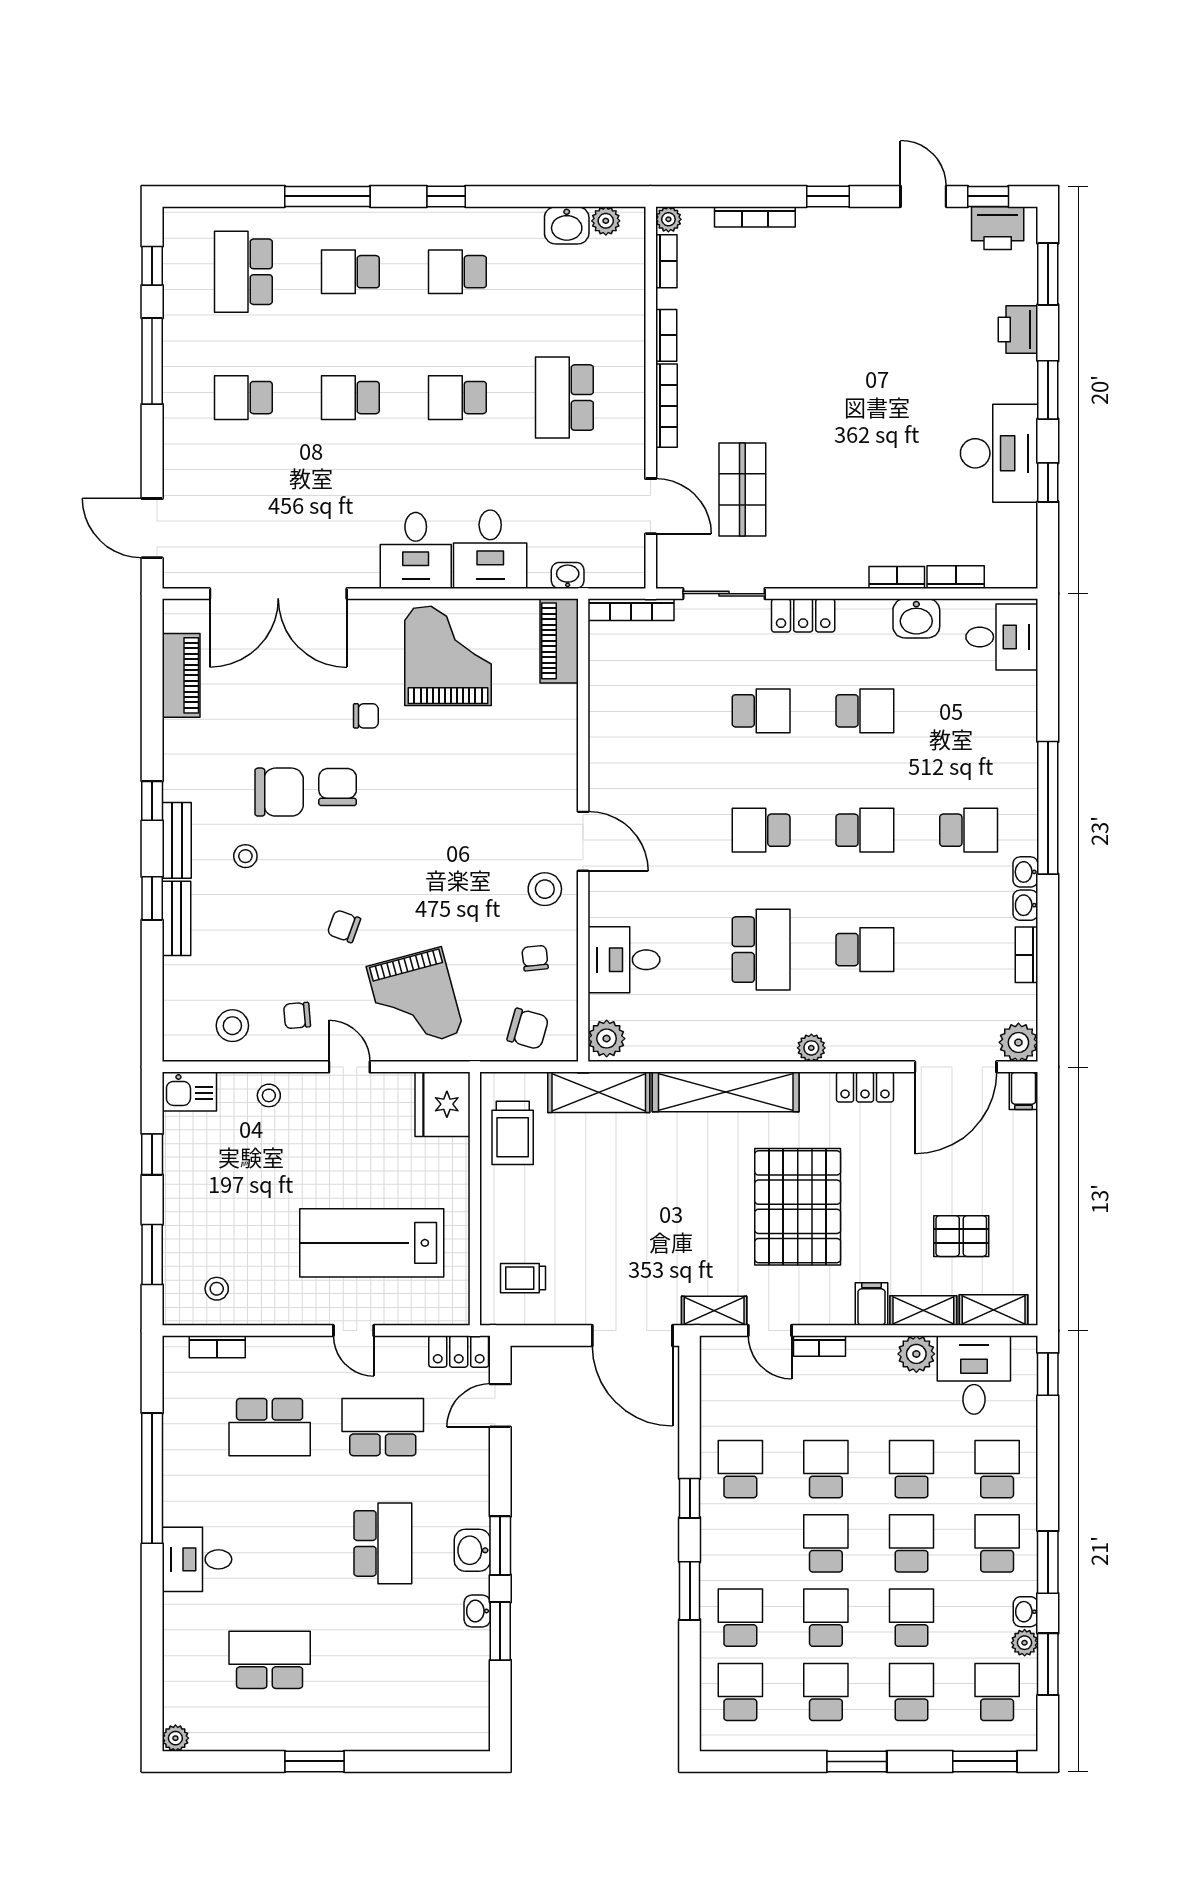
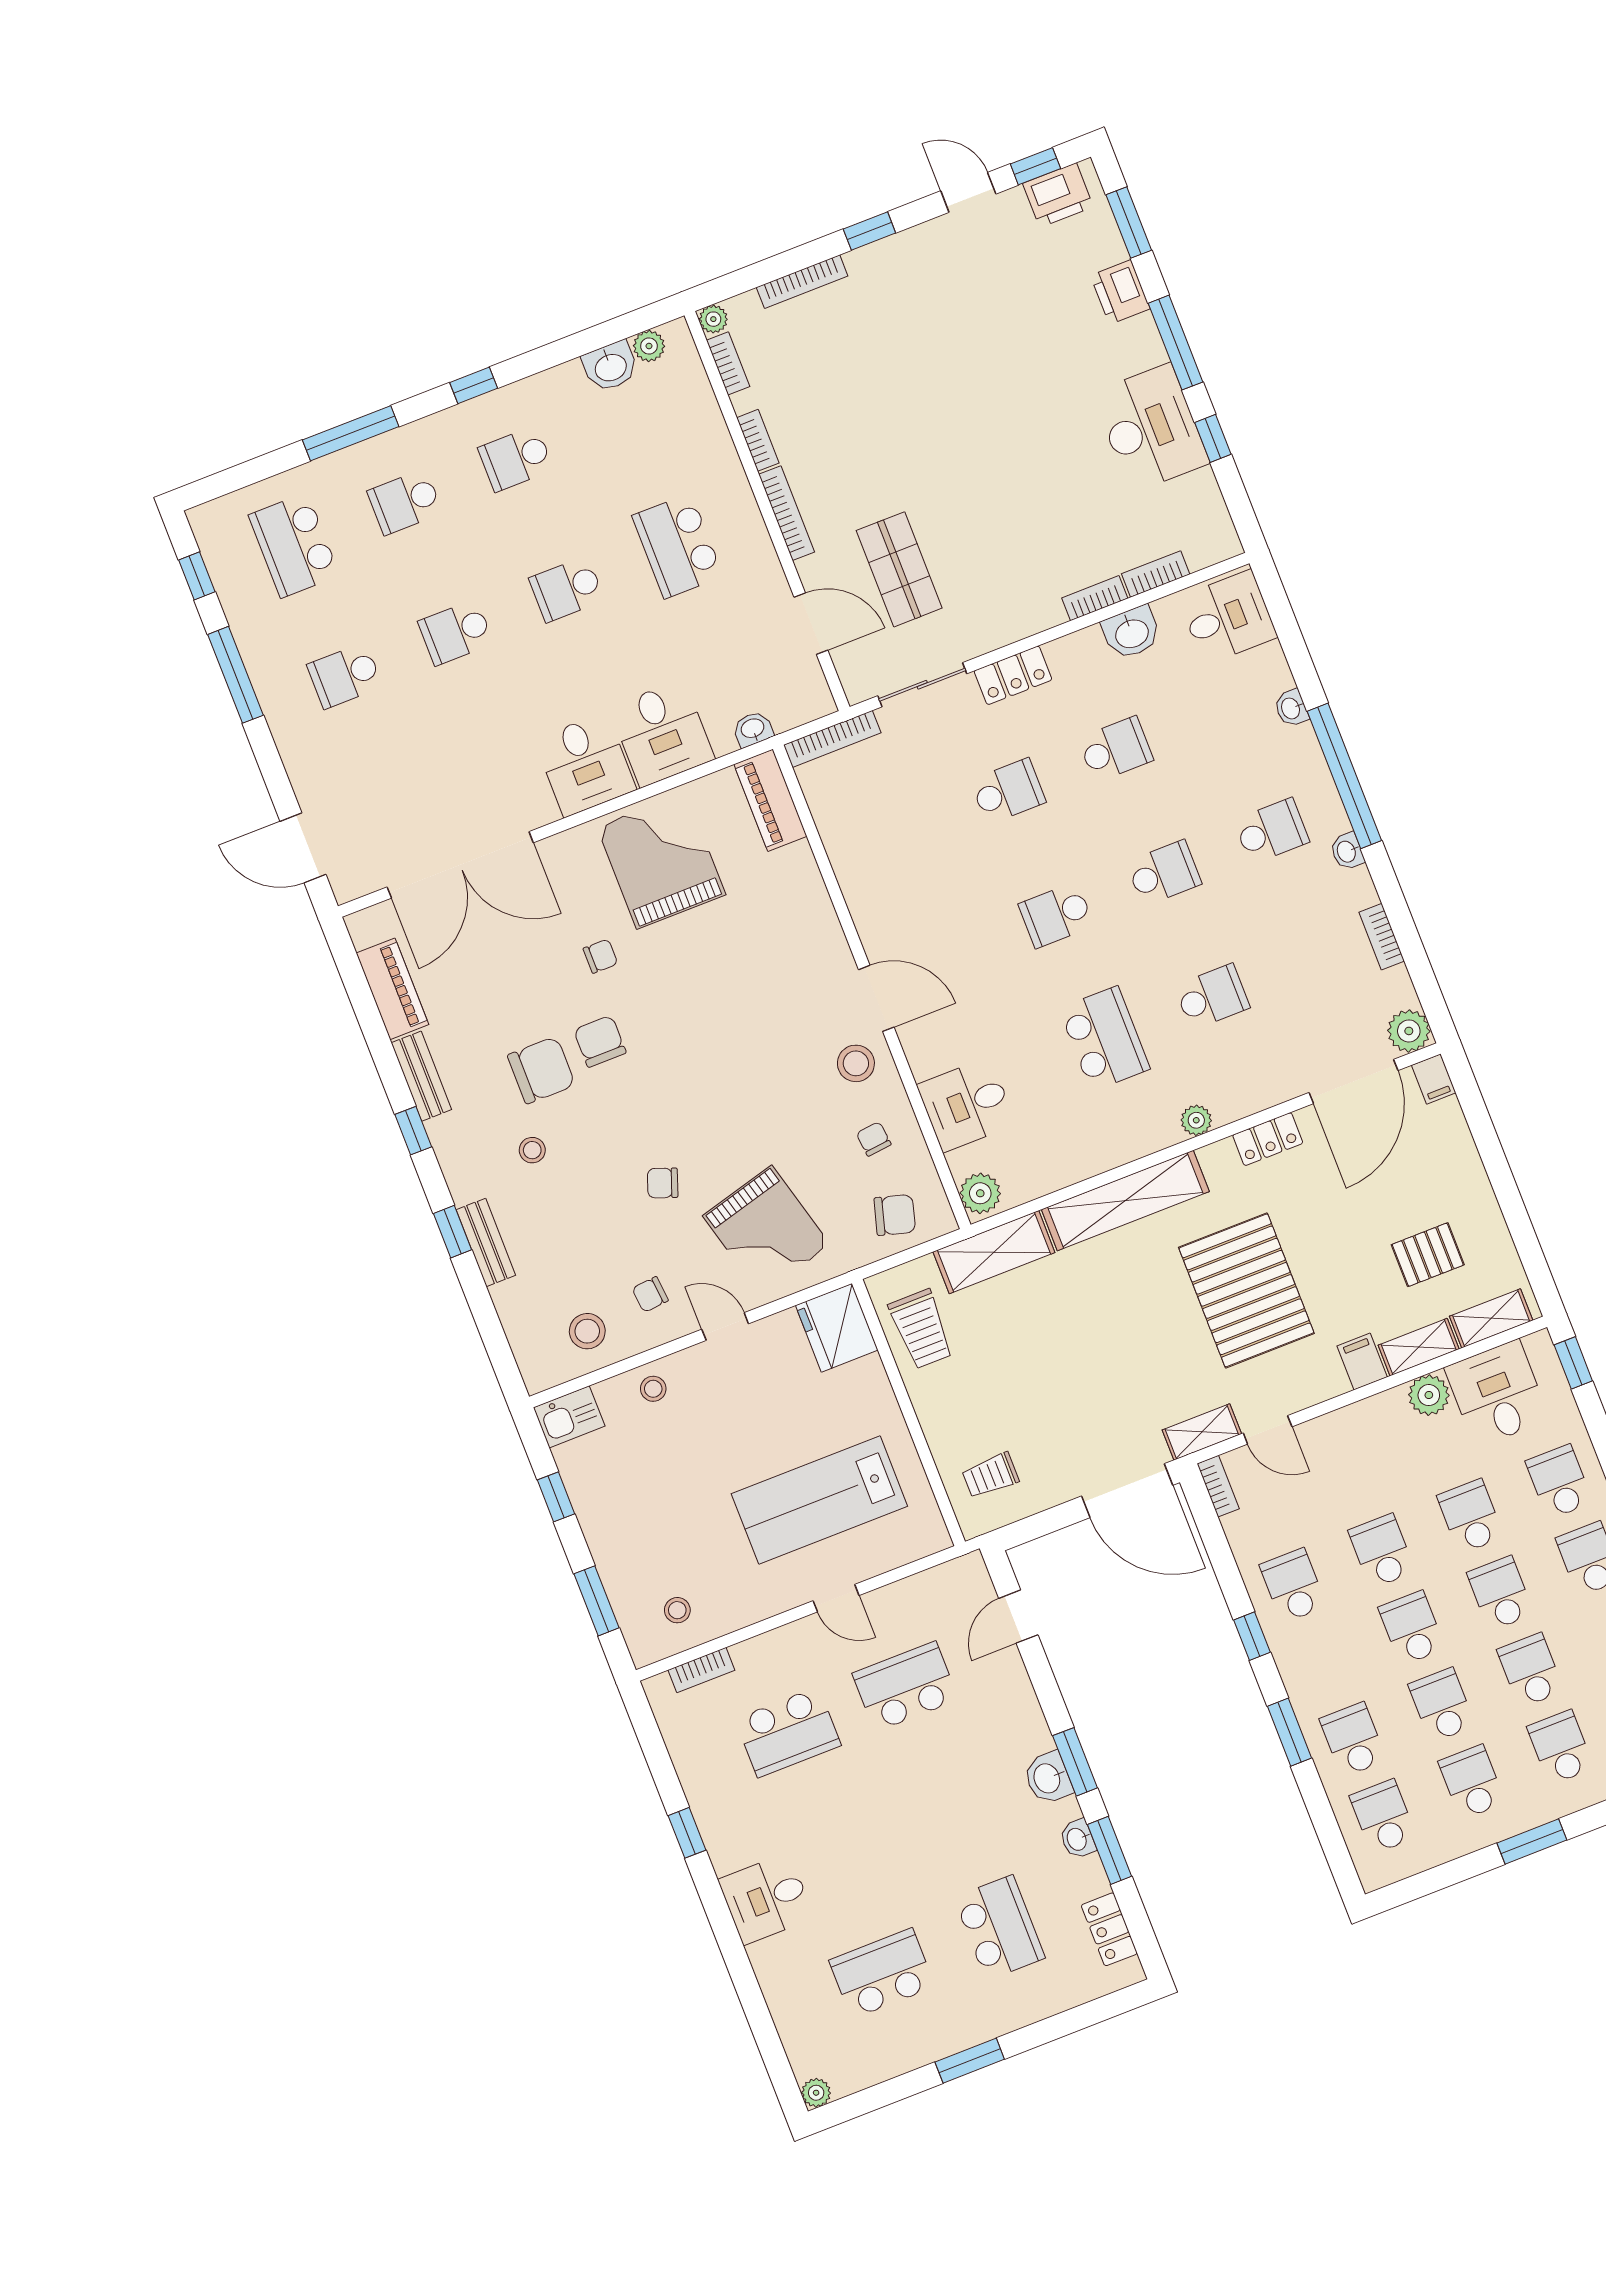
window: (1048, 390) -> (1176, 343), width x1.44
bench: (177, 840) -> (421, 1076), moved
washbasin: (1025, 905) -> (1291, 708), moved
bookcase: (819, 1346) -> (1218, 1486), moved, turned -90
locker: (459, 1351) -> (1109, 1929), moved, turned 90
window: (152, 1478) -> (687, 1833), width x0.32
school desk: (383, 1543) -> (999, 1928), moved

